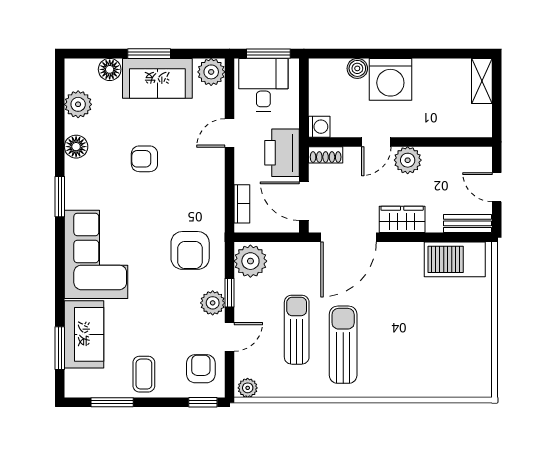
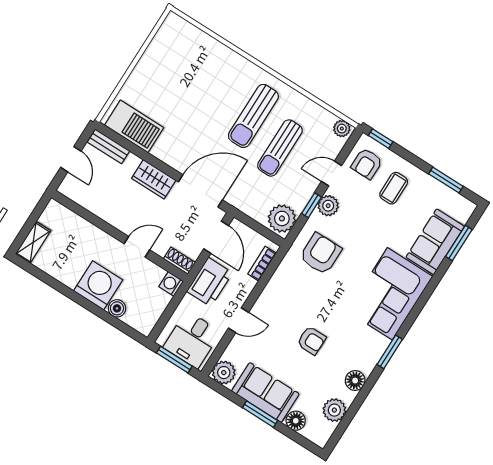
plant: (408, 160) -> (123, 219), removed
coffee table: (144, 374) -> (394, 188), moved

